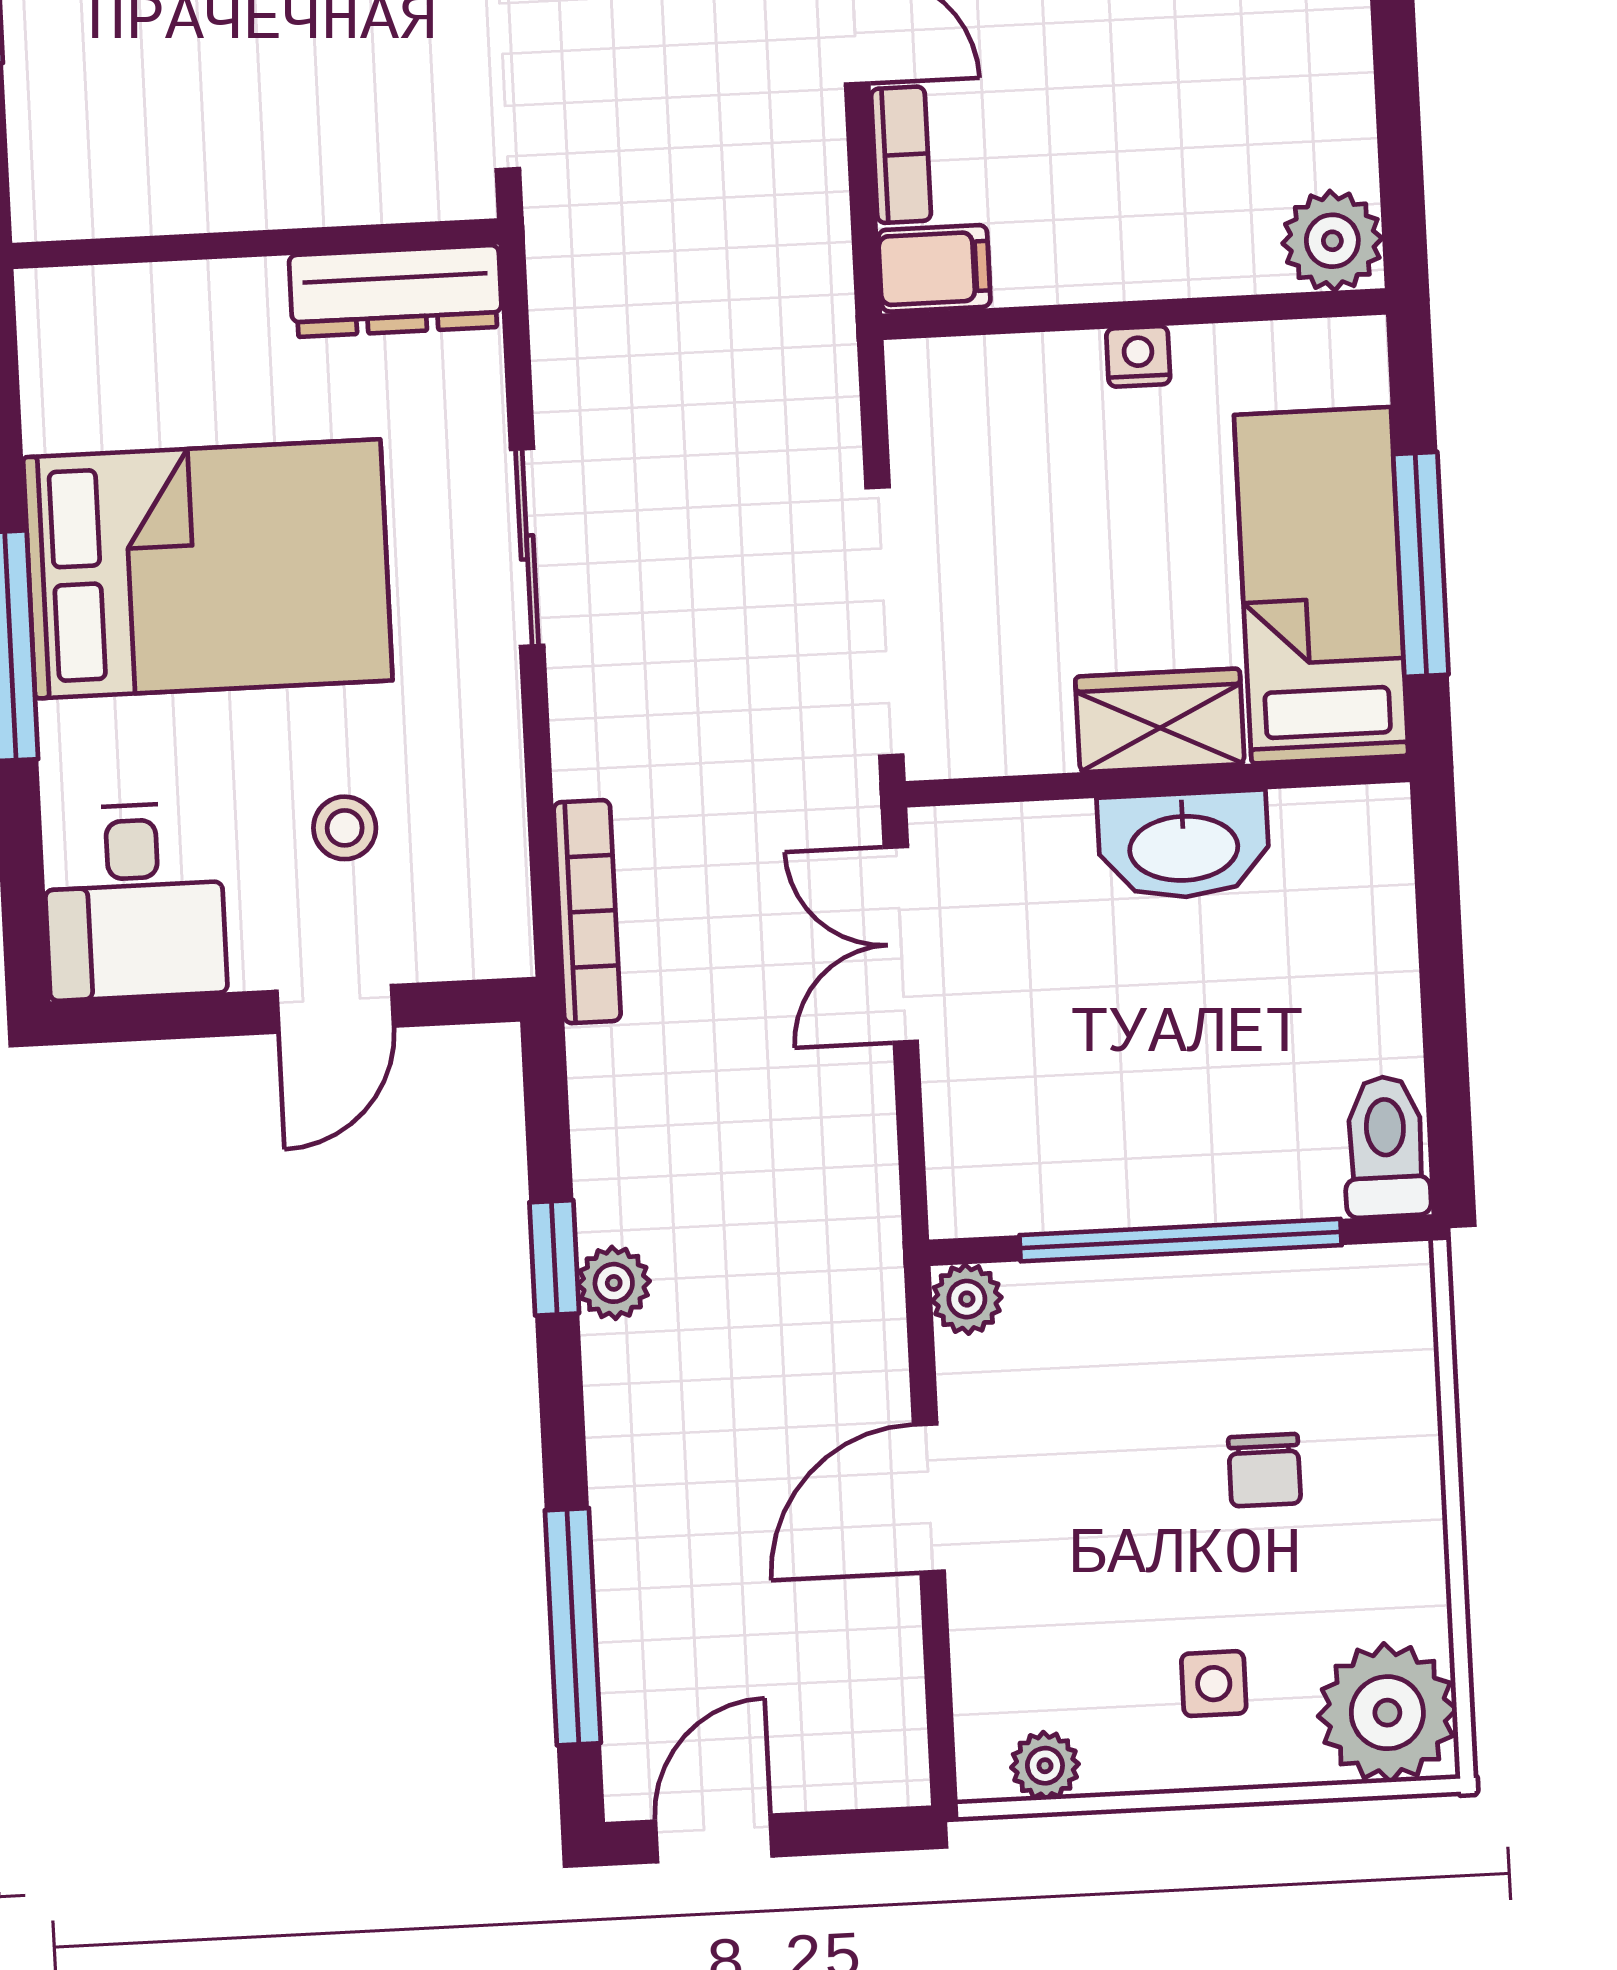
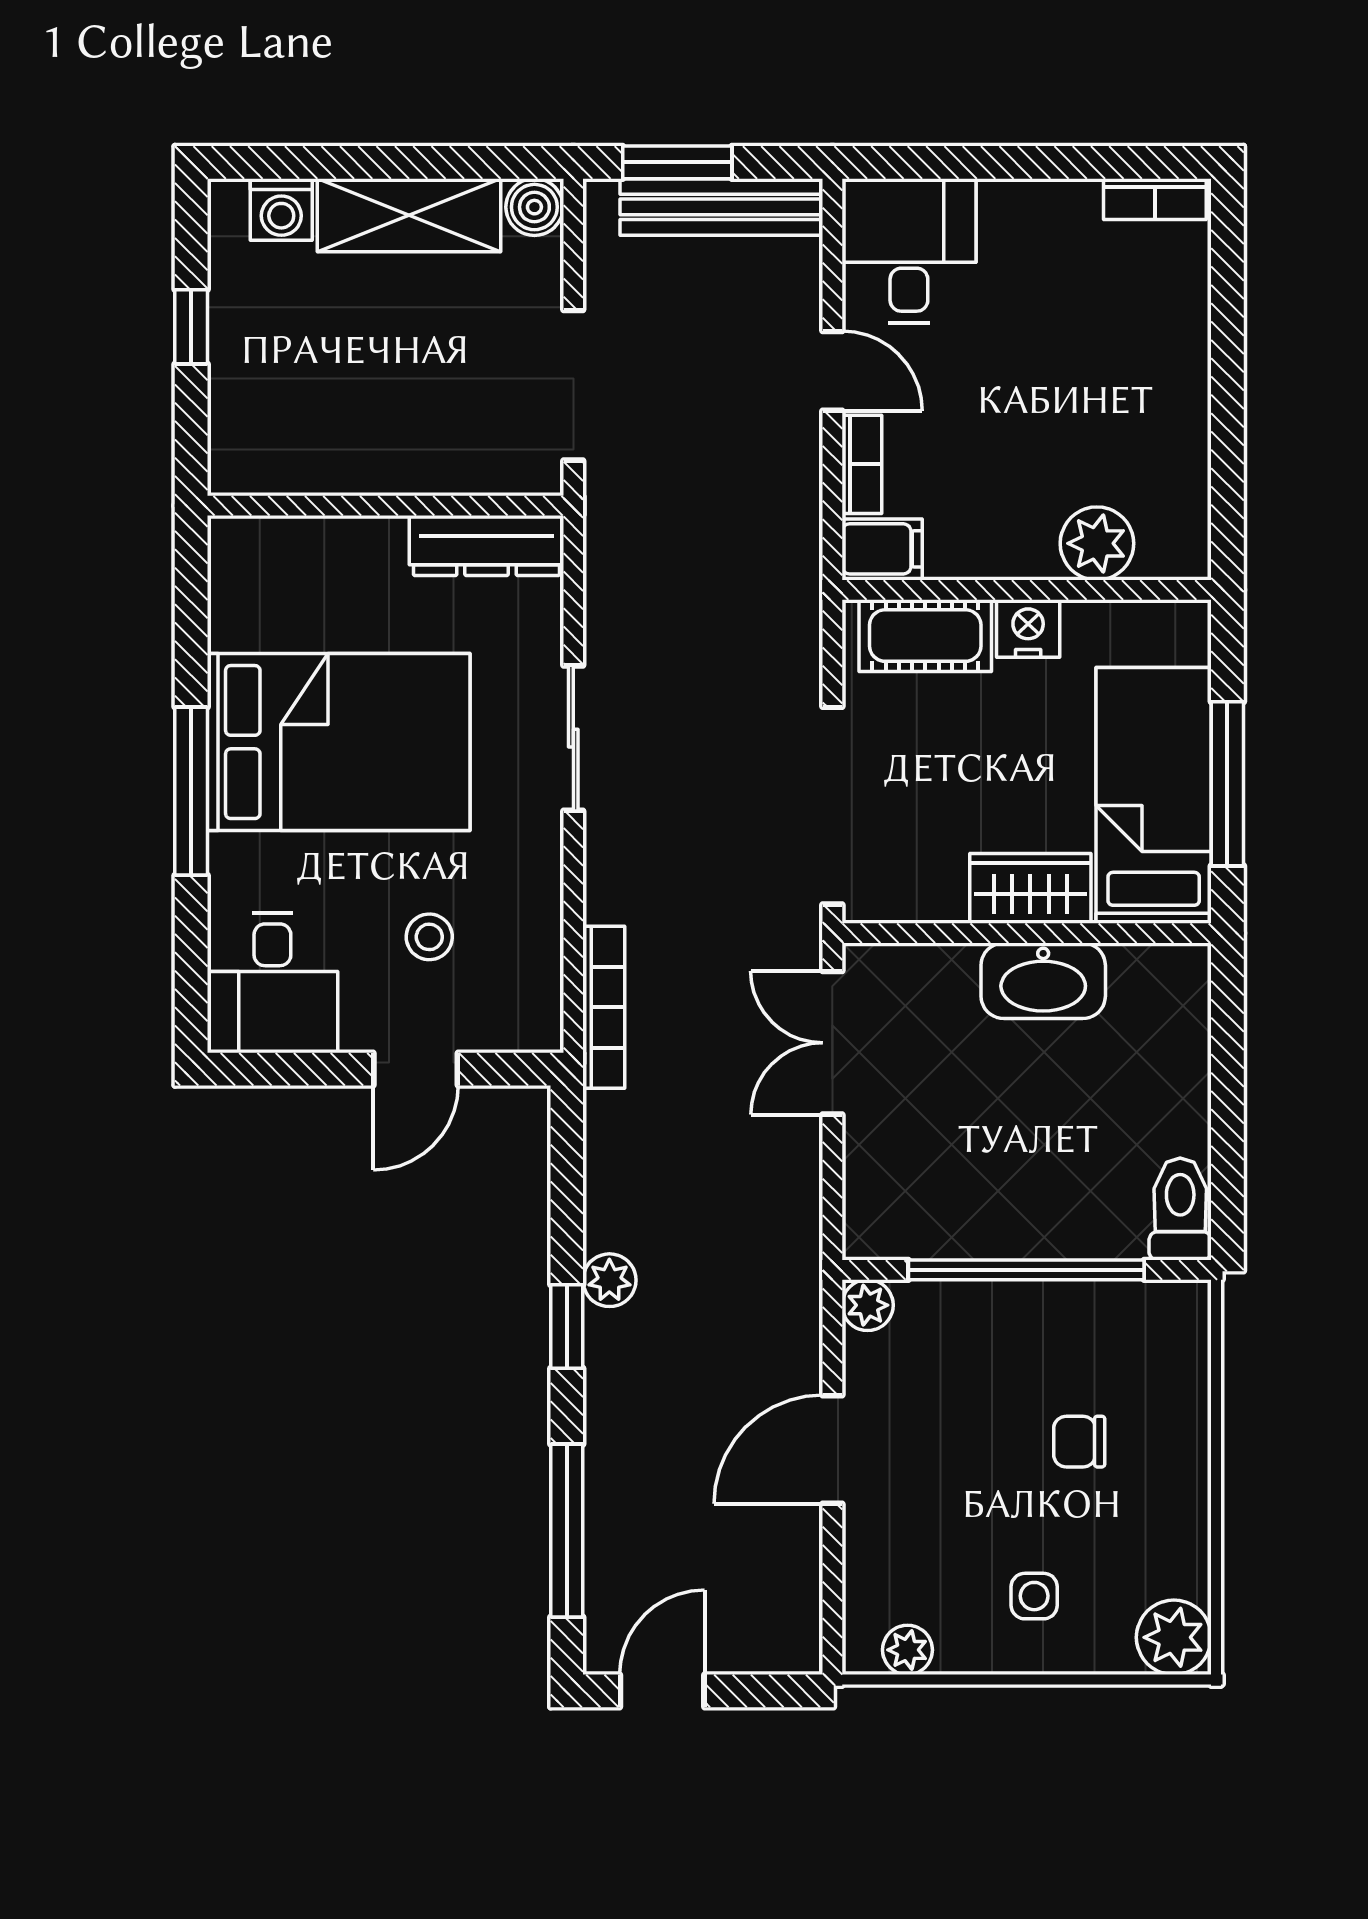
plant: (1332, 241) -> (1097, 543), moved
nightstand: (1138, 356) -> (1028, 628), width x1.39, depth x1.35
cot: (999, 383) -> (925, 636), added
window: (554, 1258) -> (567, 1327), moved
chair: (1264, 1470) -> (1079, 1442), turned 90
plant: (1387, 1713) -> (1174, 1637), width x0.73, depth x0.73

